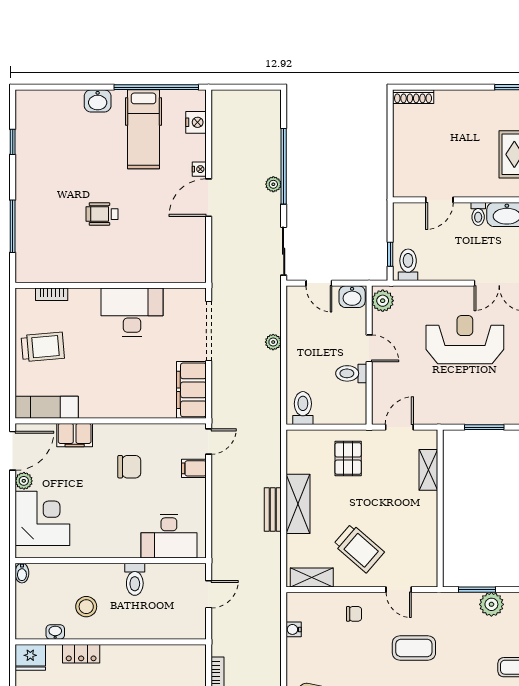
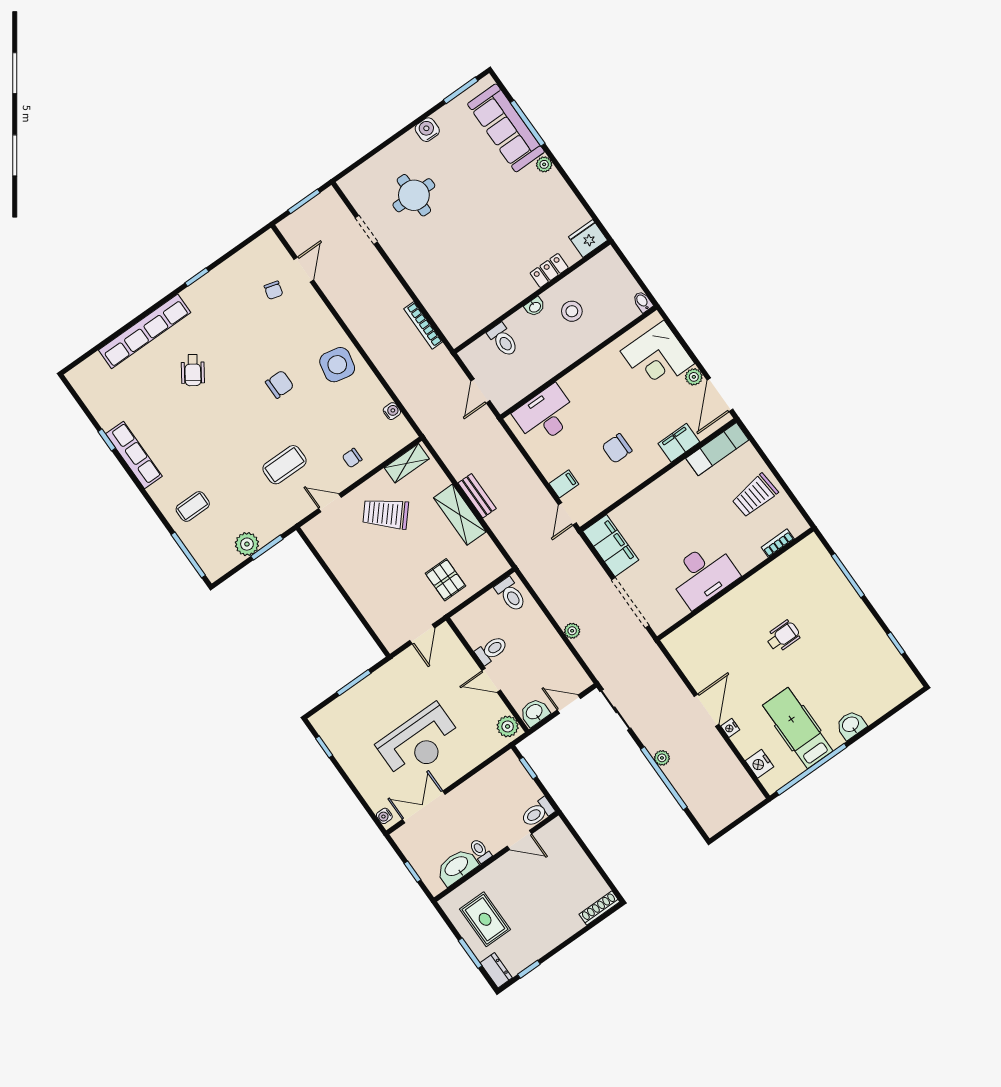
door: (439, 200) -> (519, 840), swing flipped
toilet: (408, 265) -> (537, 813), moved, turned 90
shelving: (428, 470) -> (374, 616), removed
toilet: (135, 579) -> (503, 340), moved, turned 180
washbasin: (55, 632) -> (535, 307), moved

